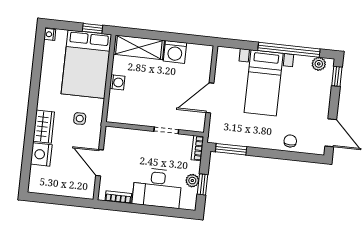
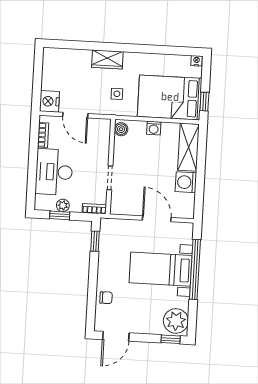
window: (289, 50) -> (195, 269), moved
plant: (319, 64) -> (176, 321), width x1.87, depth x1.87
door: (210, 98) -> (157, 219), moved
boiler: (117, 116) -> (121, 129), added
window: (231, 149) -> (95, 241), width x0.67
nightstand: (41, 154) -> (49, 101), moved, turned -90
door: (100, 163) -> (75, 115), swing flipped

